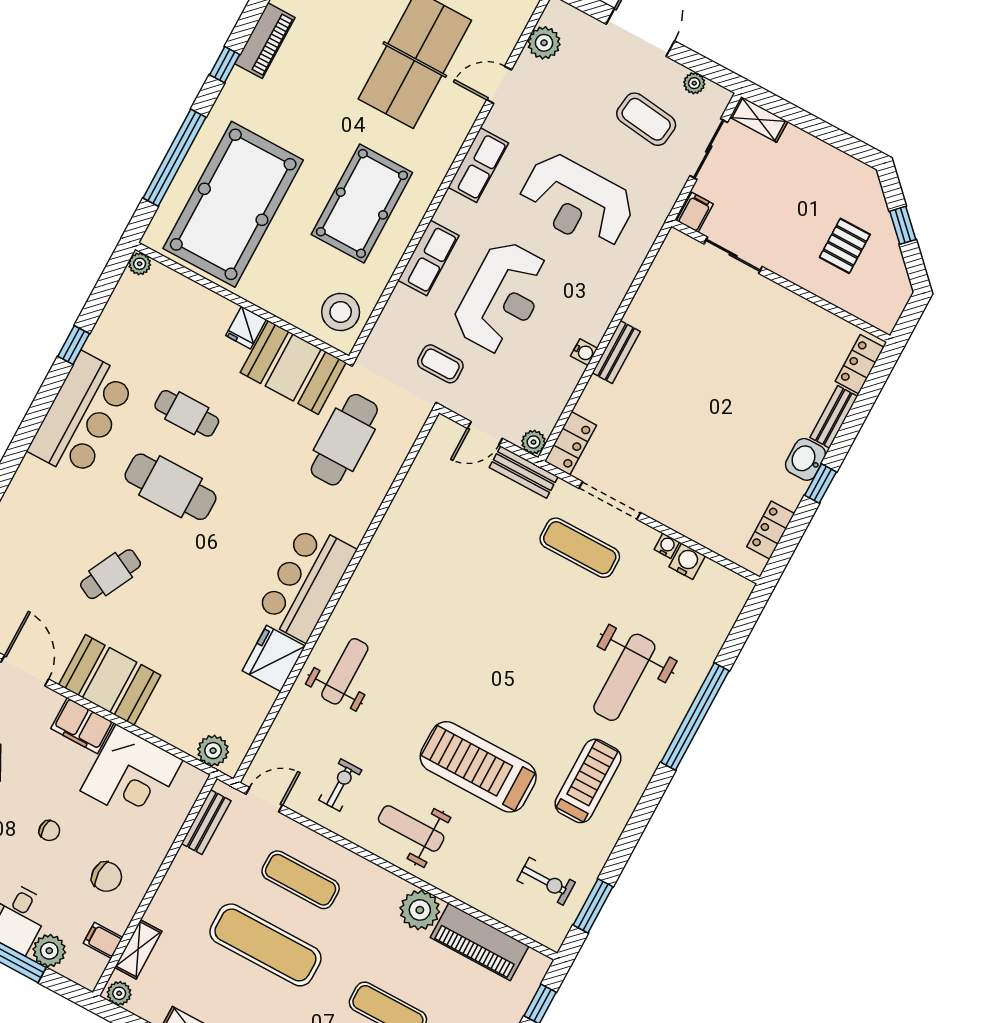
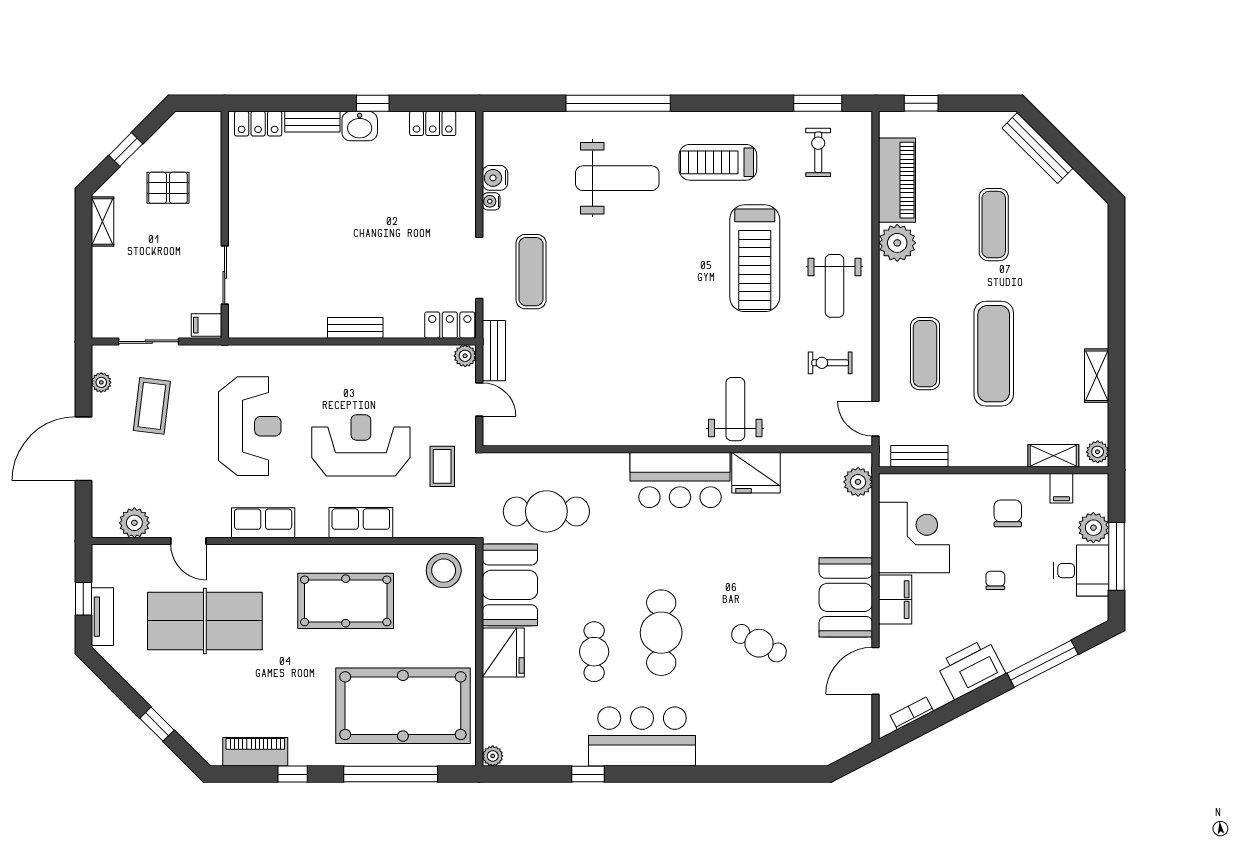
shelving: (759, 119) -> (102, 222), moved
fridge: (246, 328) -> (503, 653), width x1.88, depth x1.34
water cooler: (584, 352) -> (369, 354), removed
weight bench: (345, 671) -> (735, 409), turned 90

